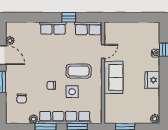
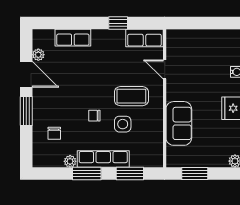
row of seats: (53, 28) -> (73, 38), moved
door: (103, 51) -> (165, 69), swing flipped
sofa: (113, 77) -> (179, 123), moved
row of seats: (65, 117) -> (103, 159), width x0.73

